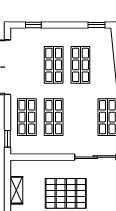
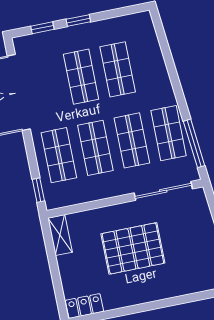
window: (96, 25) -> (78, 20), moved
shop shelf: (80, 117) -> (132, 140), added
shelving: (16, 190) -> (60, 235), moved

